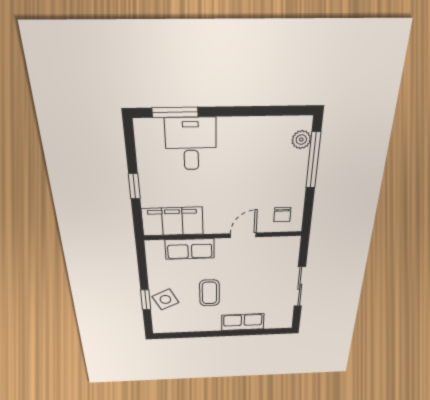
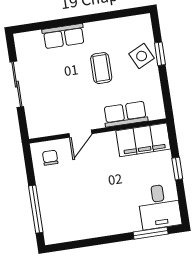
plant: (301, 140) -> (50, 225), removed
desk: (191, 144) -> (159, 206), moved

